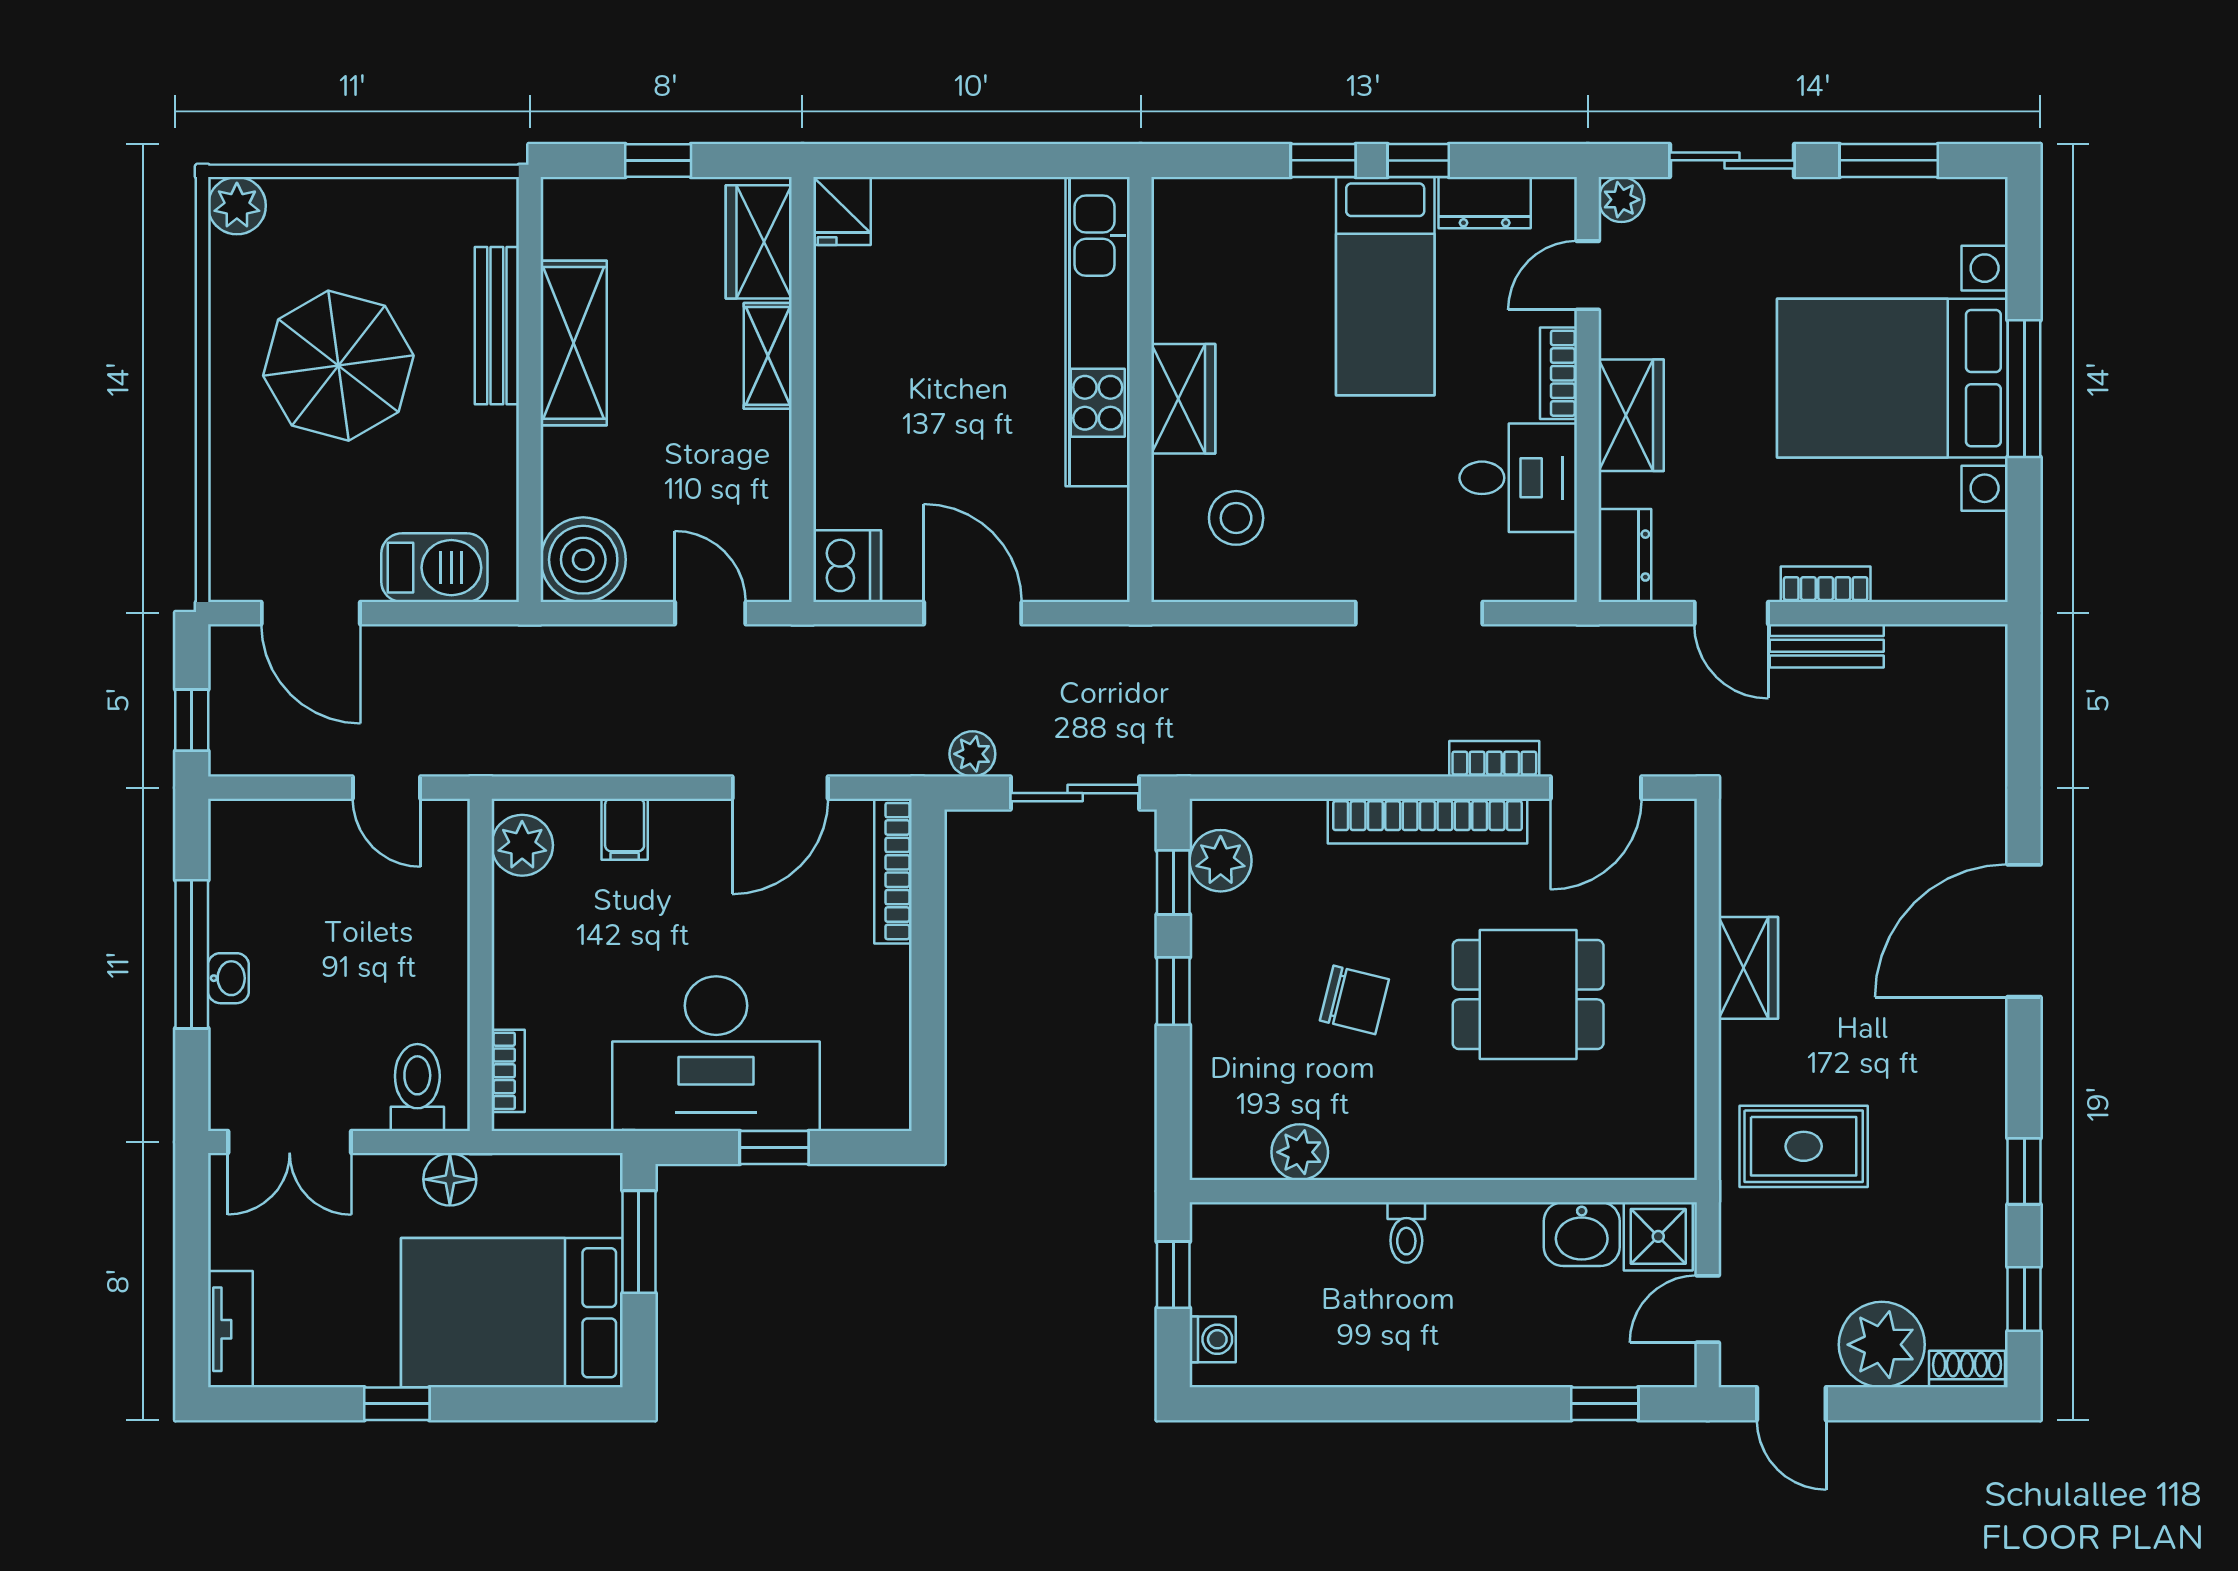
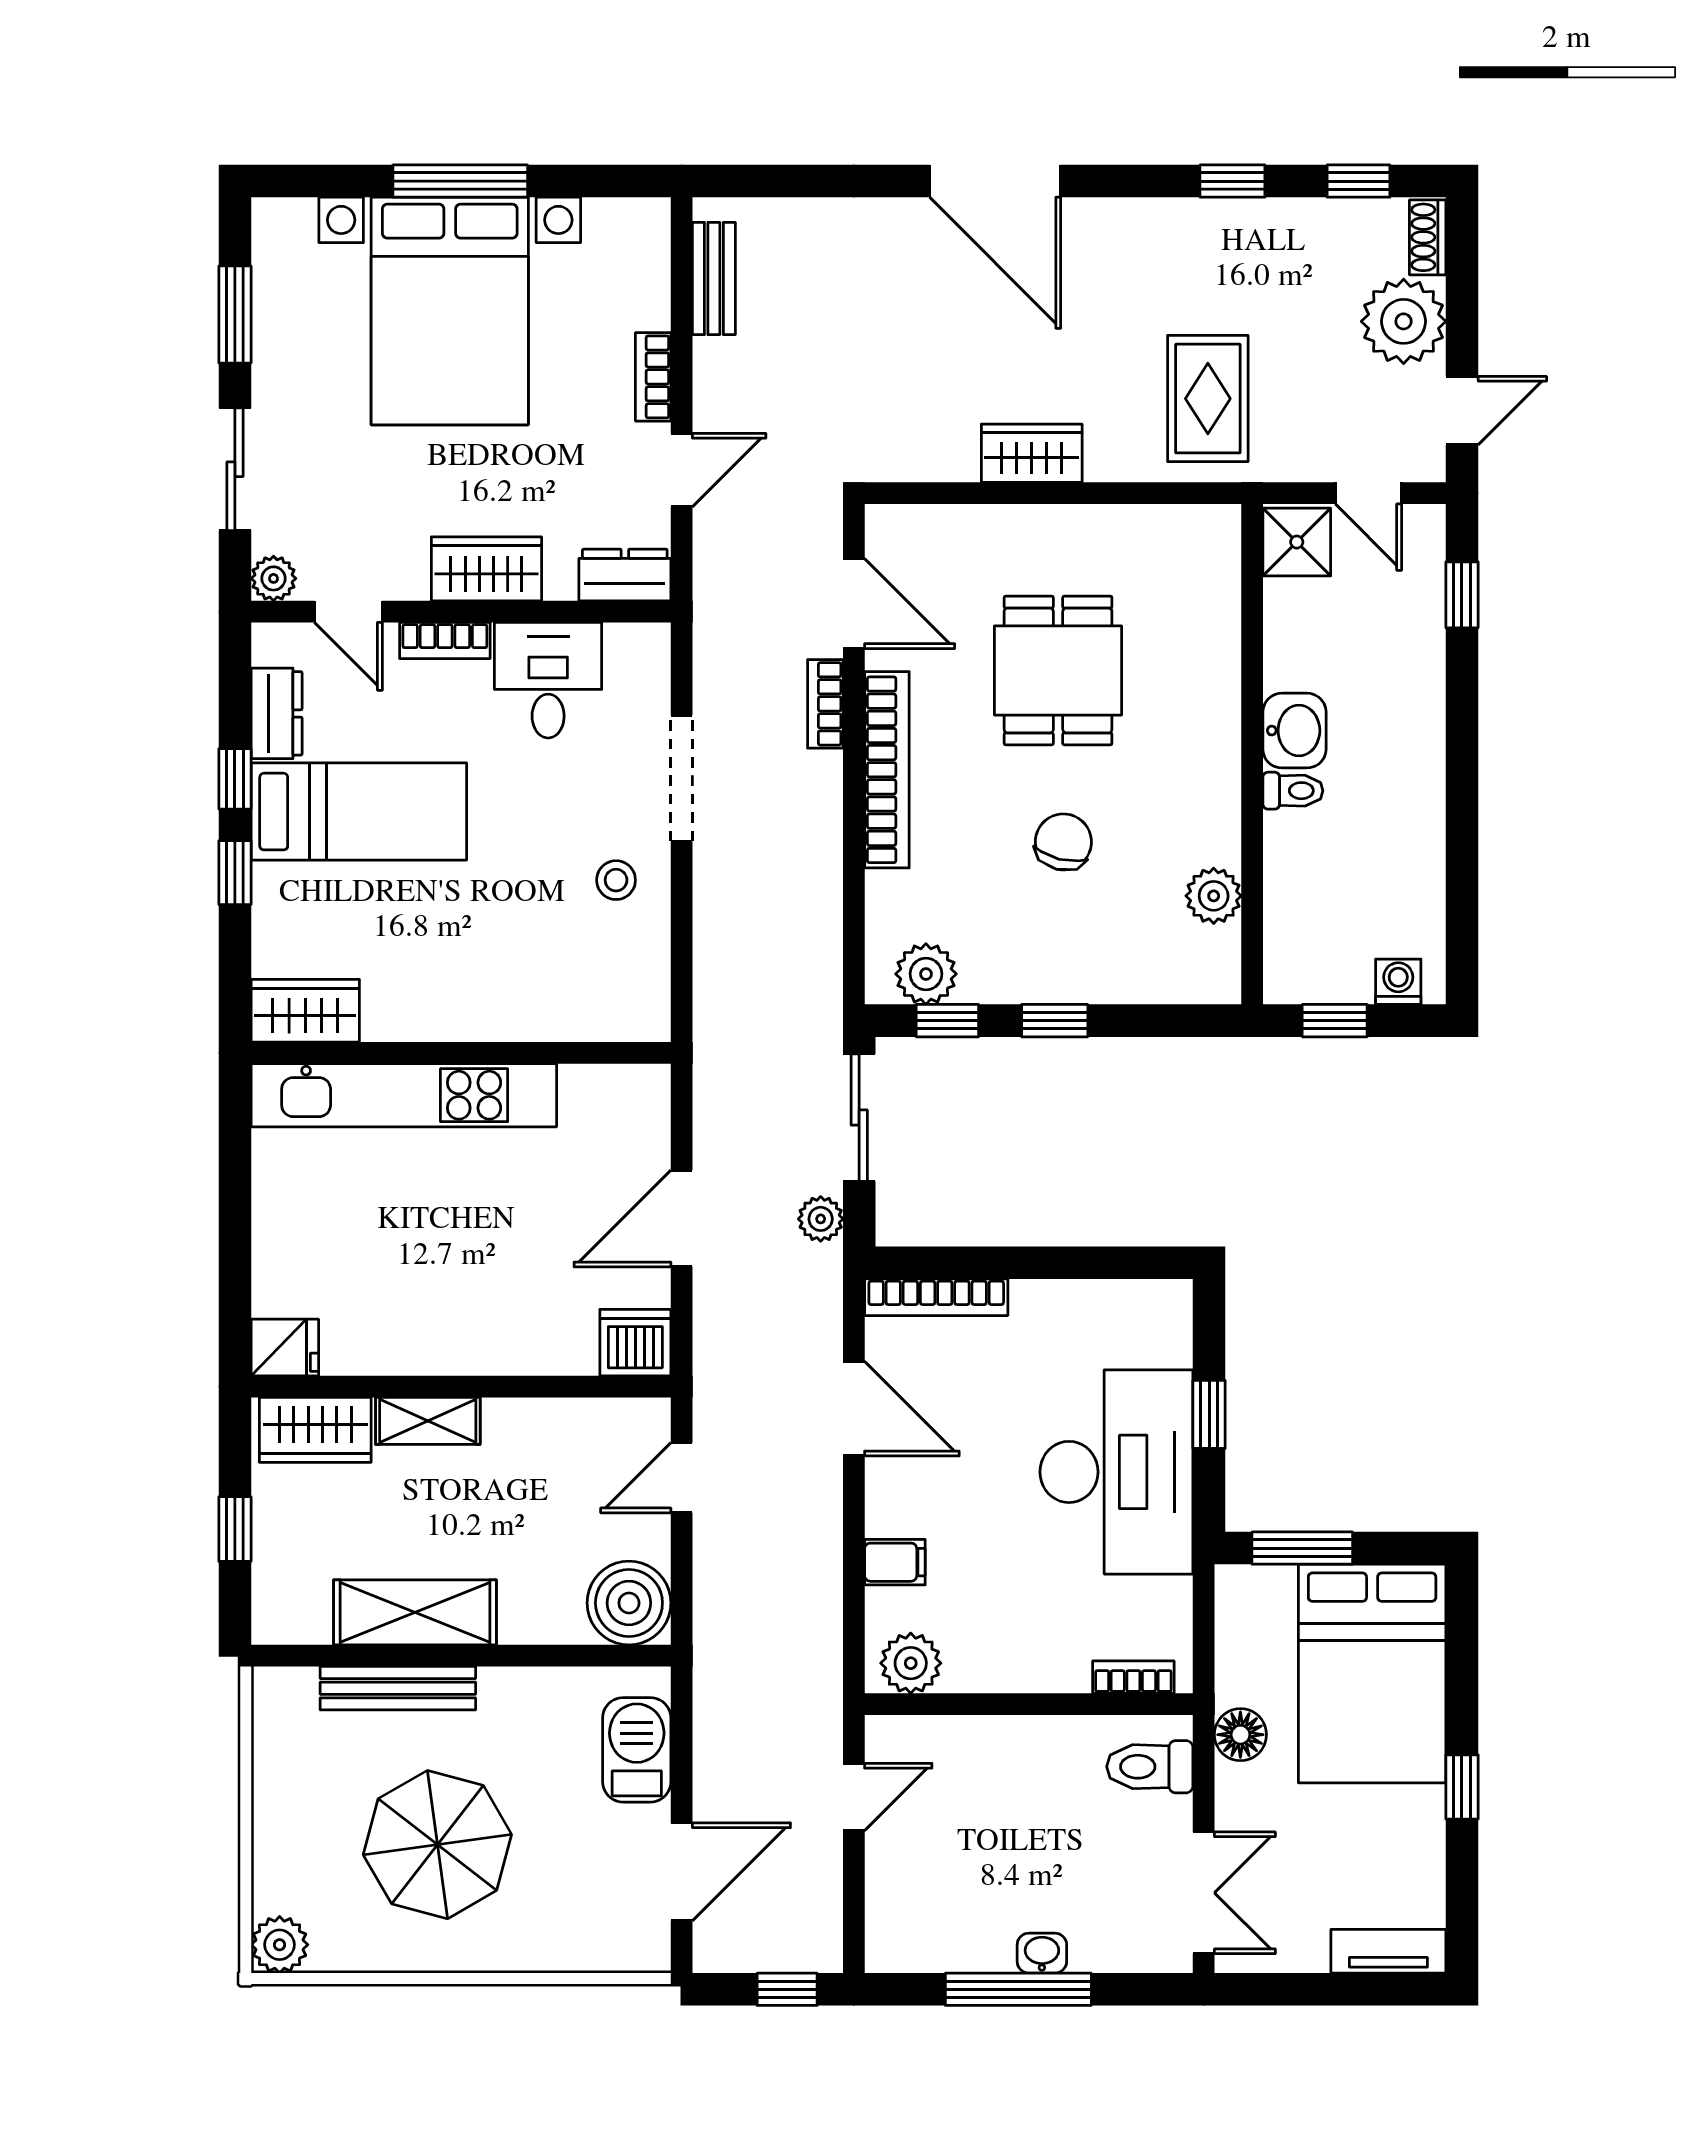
wardrobe: (1183, 399) -> (305, 1011), moved
stool: (1236, 518) -> (616, 880), moved, width x0.73, depth x0.73
bench: (1827, 646) -> (714, 278), moved
washbasin: (1582, 1234) -> (1294, 731), moved

